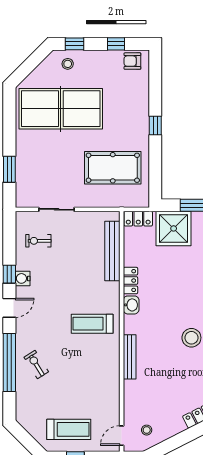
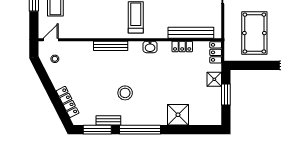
shower: (174, 228) -> (214, 79), width x0.54, depth x0.54
locker: (130, 281) -> (182, 46), moved
door: (122, 436) -> (51, 40), hinge flipped

